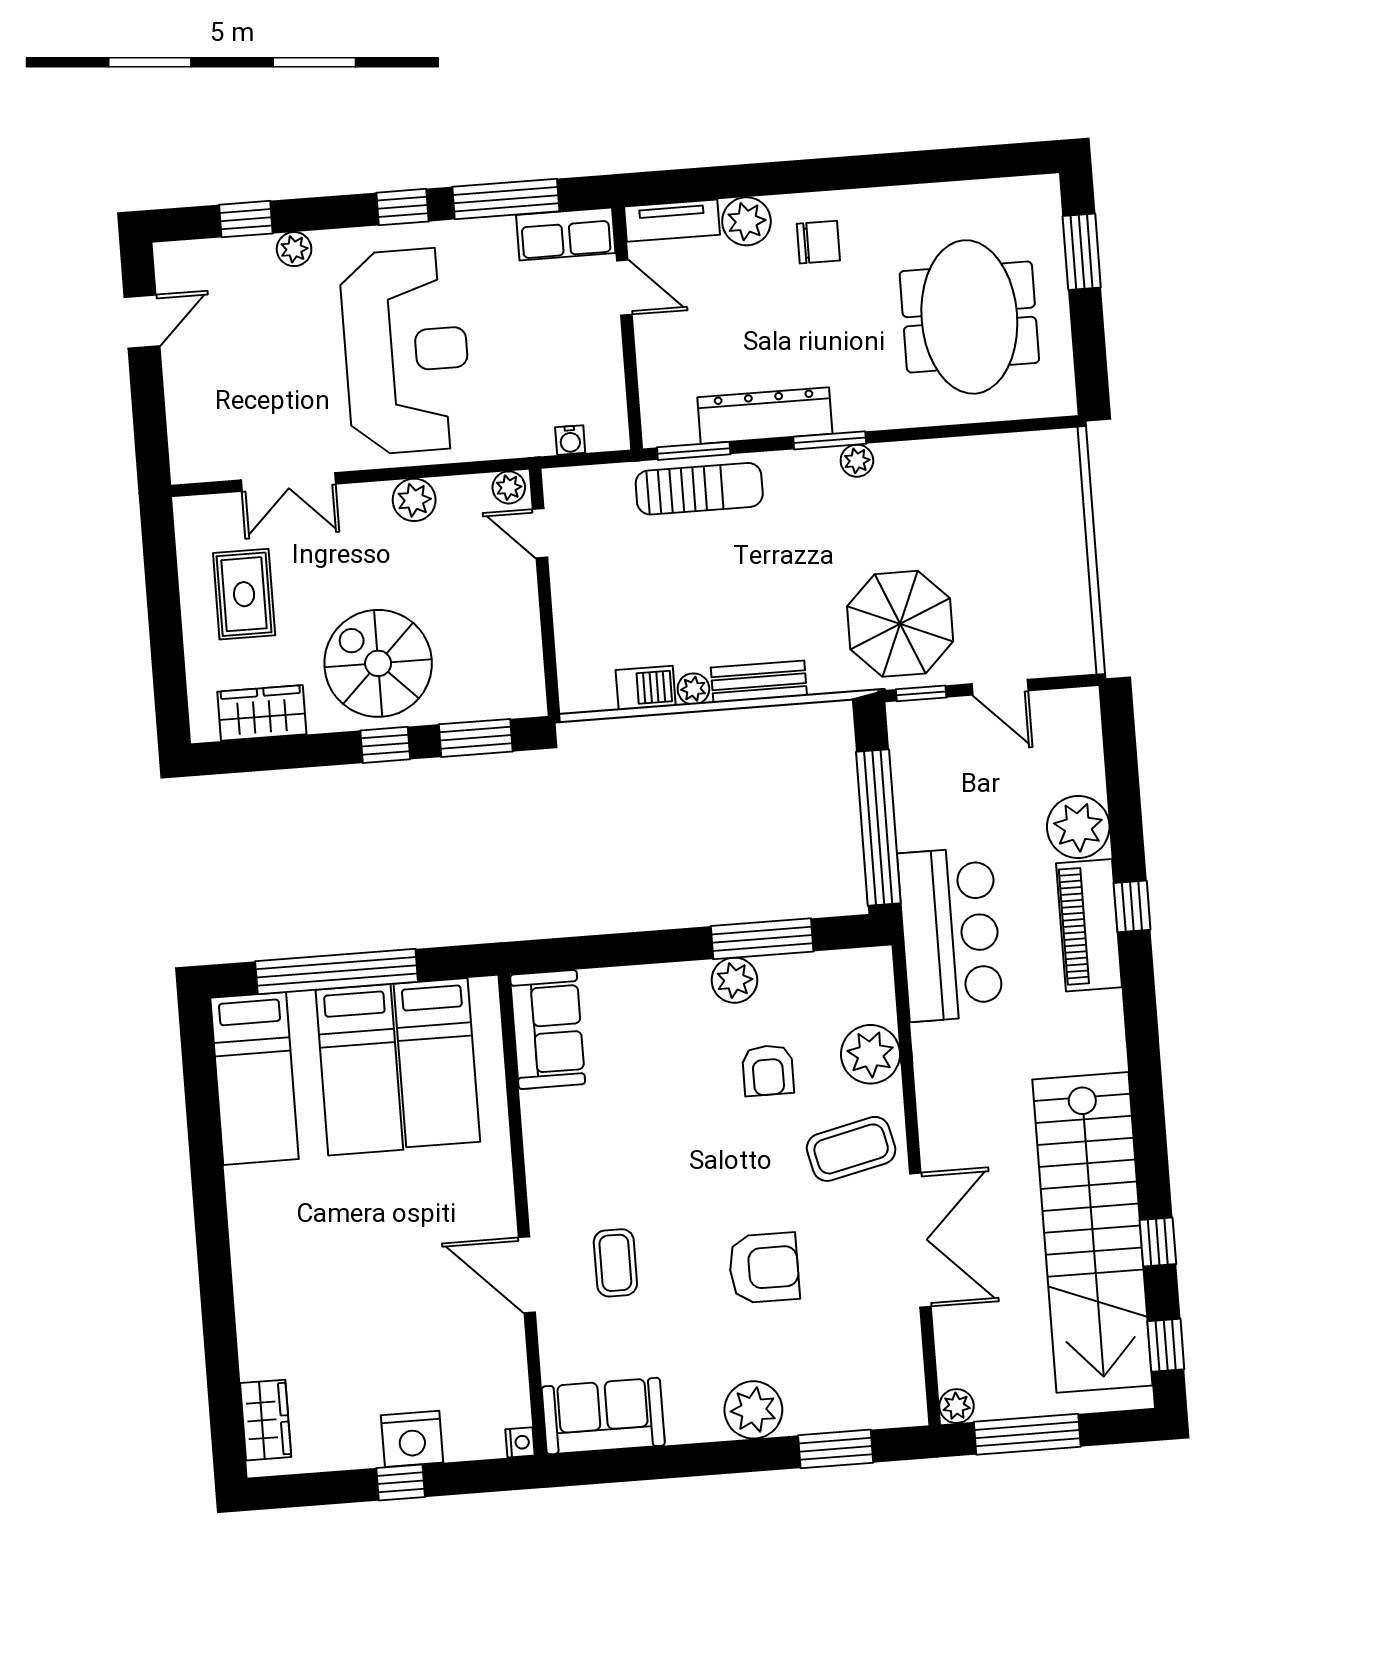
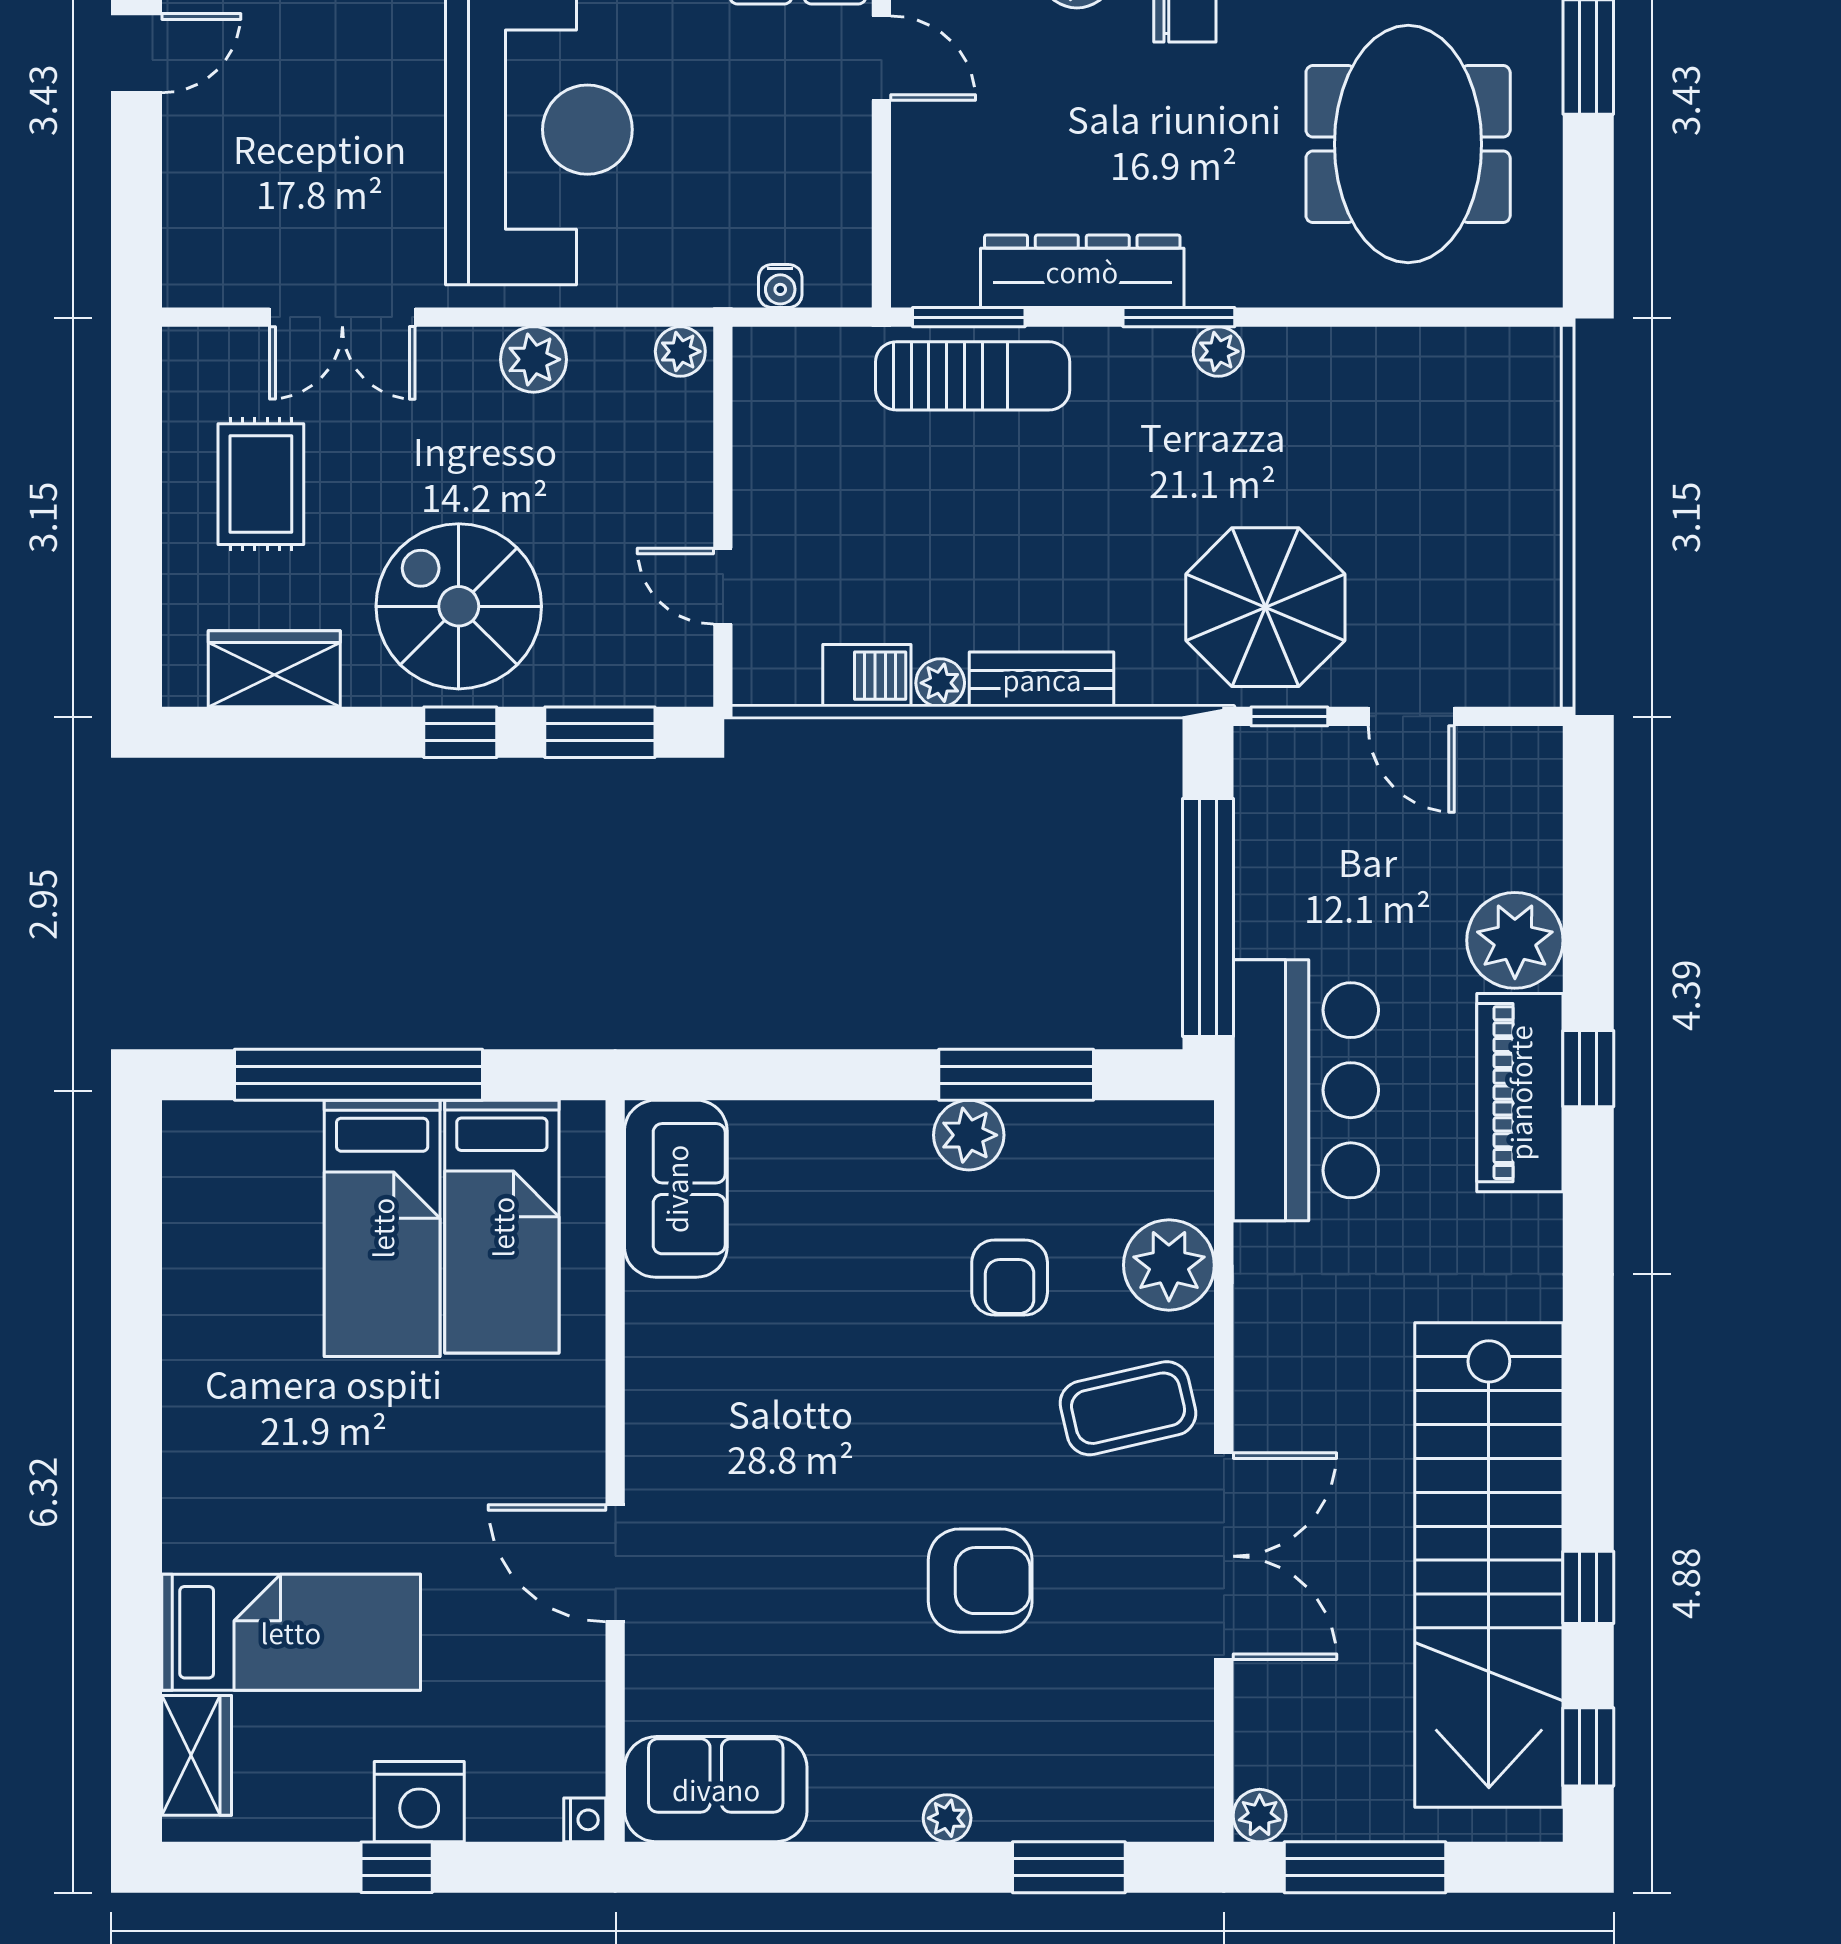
door: (540, 533) -> (723, 586), moved
bed: (255, 1078) -> (291, 1632), moved, turned -90
coffee table: (615, 1263) -> (753, 1555), removed
plant: (753, 1410) -> (947, 1818), width x0.53, depth x0.53

